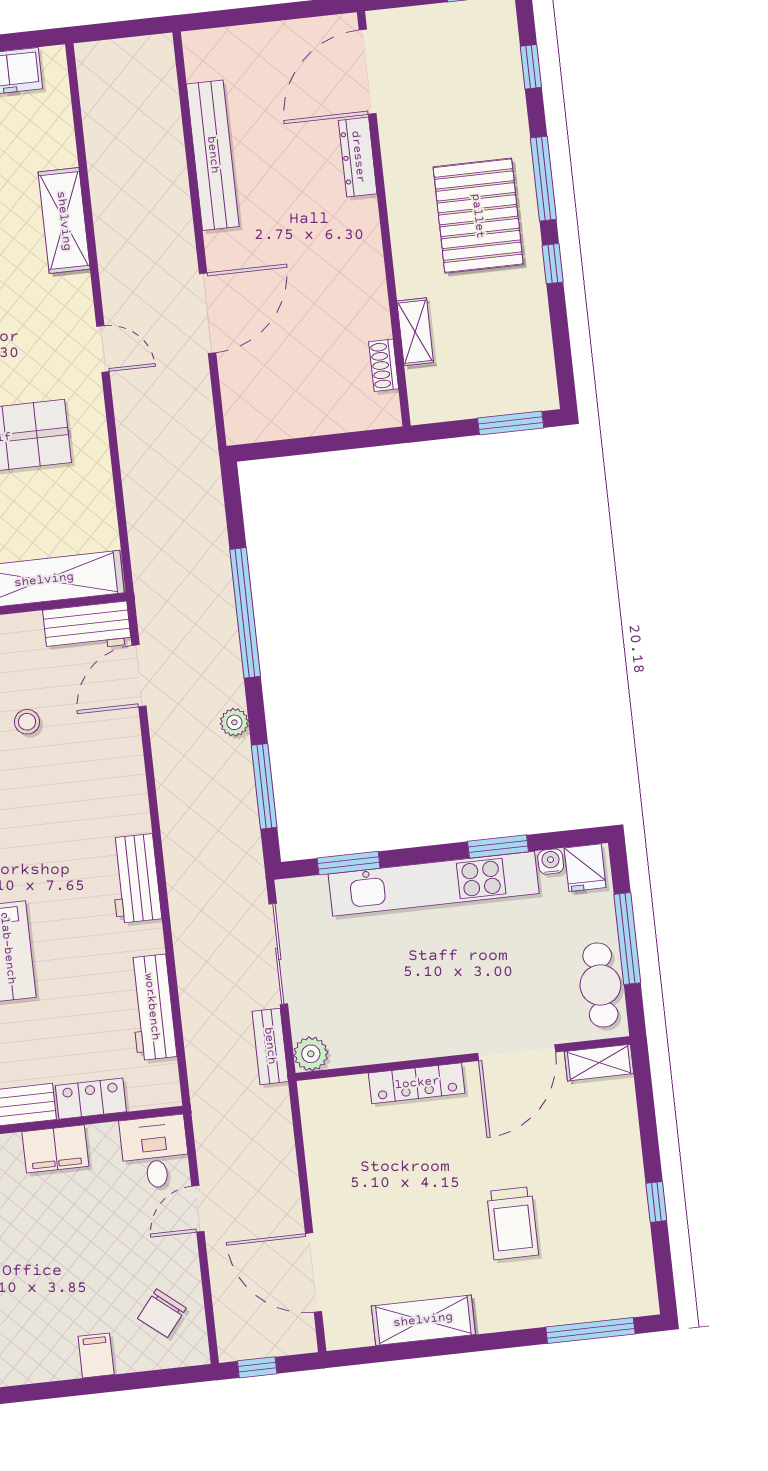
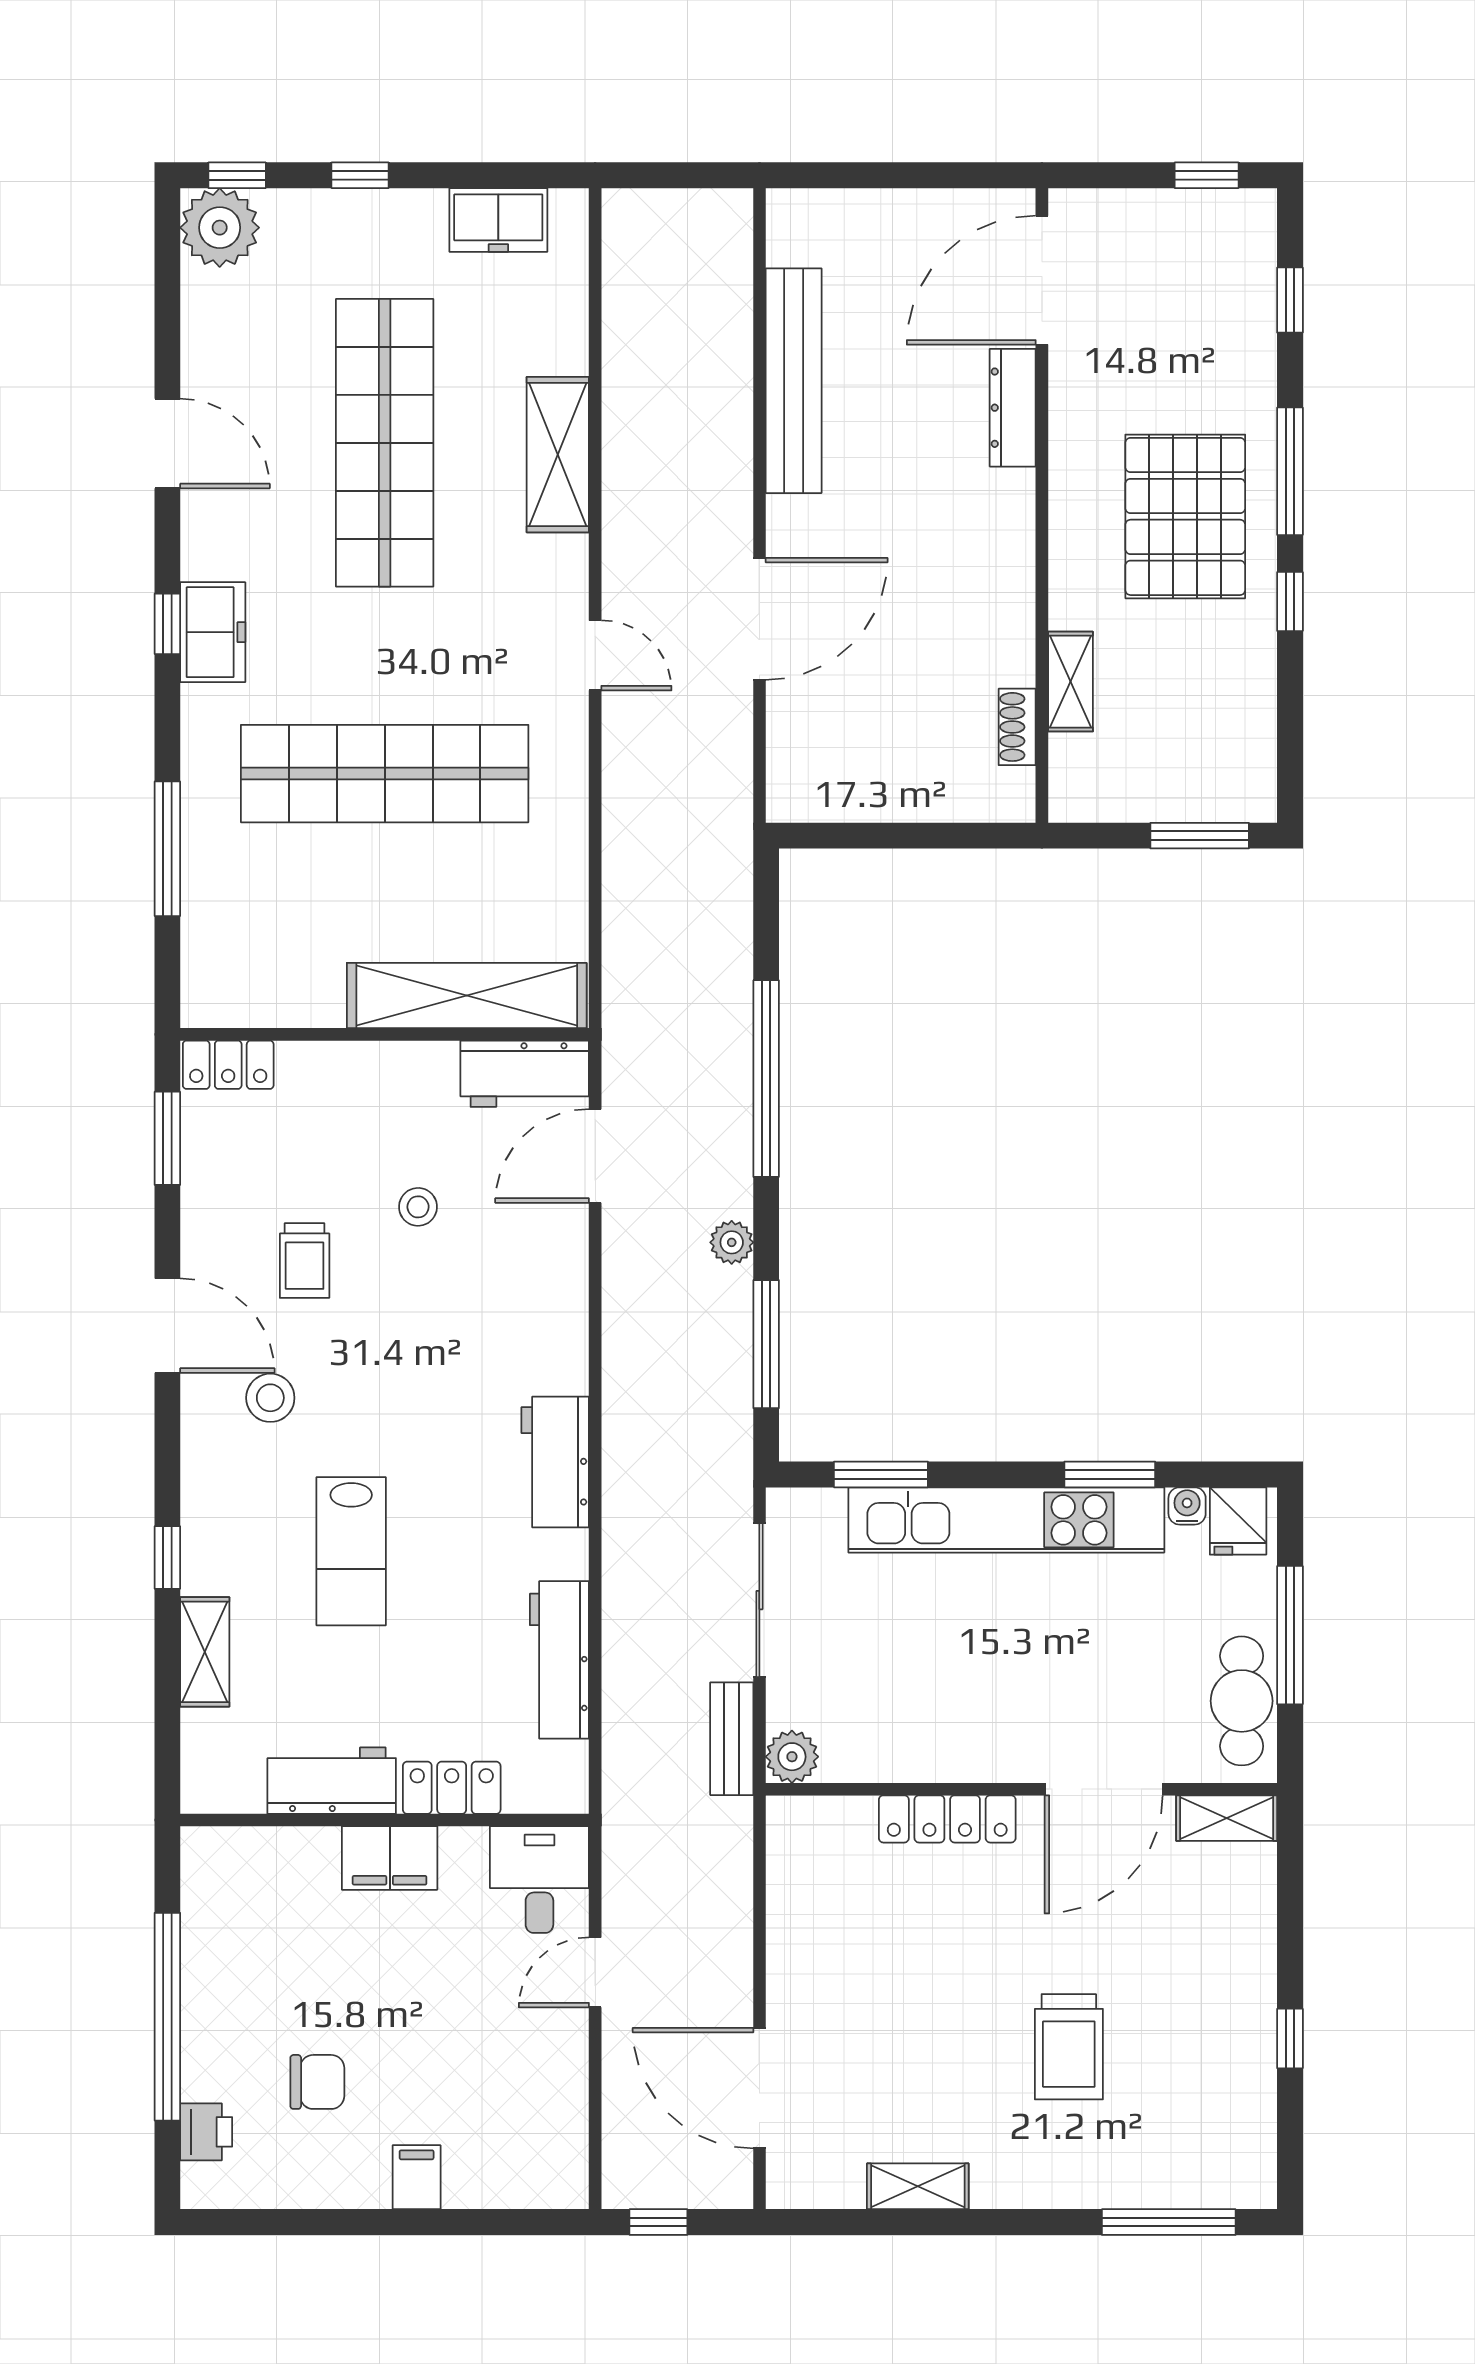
chair: (162, 1313) -> (317, 2082), moved, turned -129
shelving: (423, 1320) -> (918, 2186), width x0.67, depth x0.75

